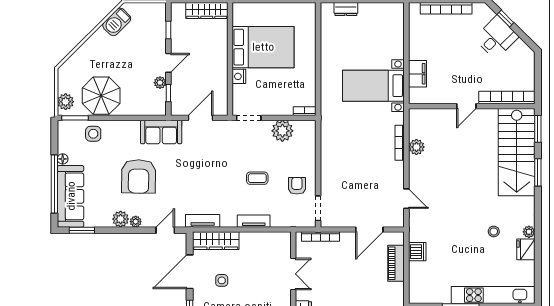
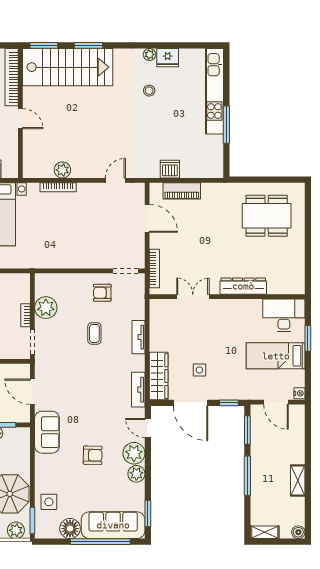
bookcase: (305, 111) -> (26, 315), moved
floor lamp: (63, 159) -> (70, 529), width x1.89, depth x1.89
armchair: (139, 176) -> (93, 455), width x0.53, depth x0.53
plant: (136, 222) -> (134, 453), width x1.87, depth x1.87

